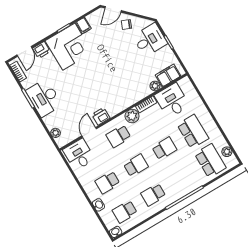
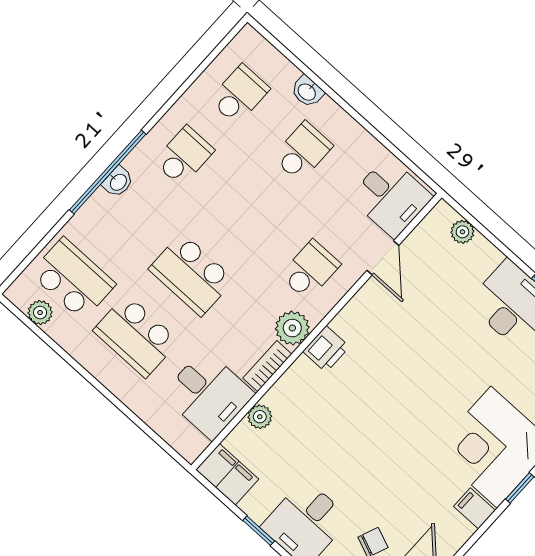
filing cabinet: (168, 76) -> (227, 474), moved, turned -90
printer: (101, 116) -> (326, 349), moved
school desk: (164, 148) -> (192, 274), width x1.85
school desk: (210, 161) -> (73, 279), turned 180
school desk: (136, 165) -> (247, 213), removed
washbasin: (116, 232) -> (118, 182), moved

